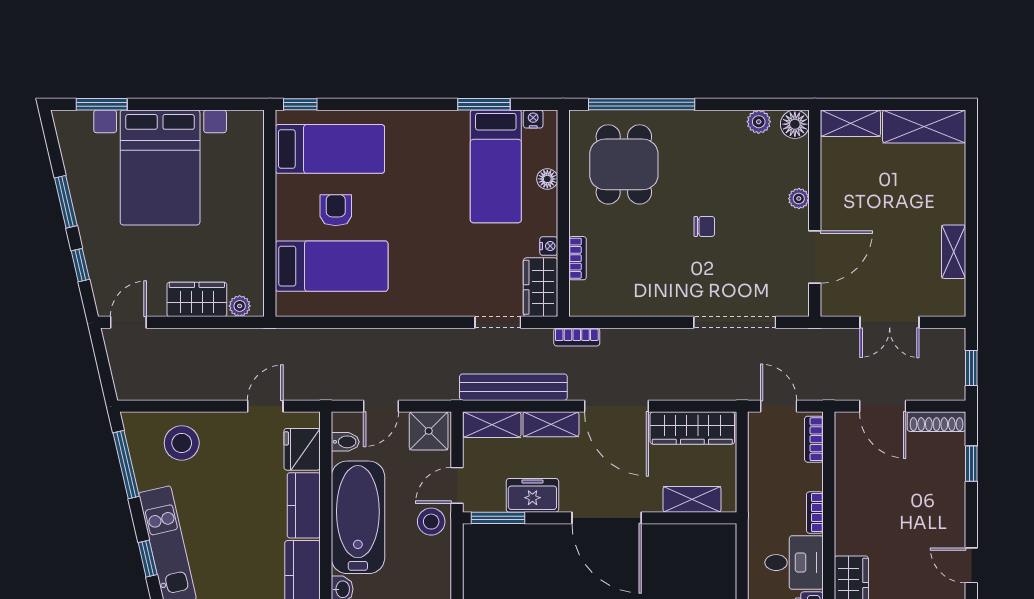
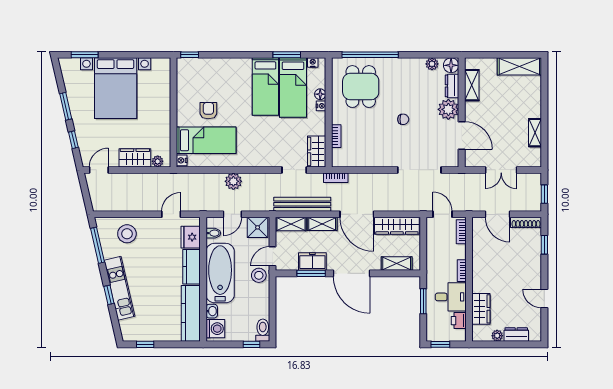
shelving: (851, 123) -> (472, 85), moved, turned 90
bed: (330, 149) -> (265, 86), moved, turned 90
dresser: (797, 163) -> (452, 86), added
plant: (799, 199) -> (448, 109), width x1.87, depth x1.87
nightstand: (549, 246) -> (321, 106), moved
door: (815, 257) -> (462, 135), hinge flipped
nightstand: (285, 304) -> (182, 160), added
plant: (383, 344) -> (233, 181), added
window: (498, 518) -> (311, 273), moved
window: (742, 571) -> (423, 301), added

